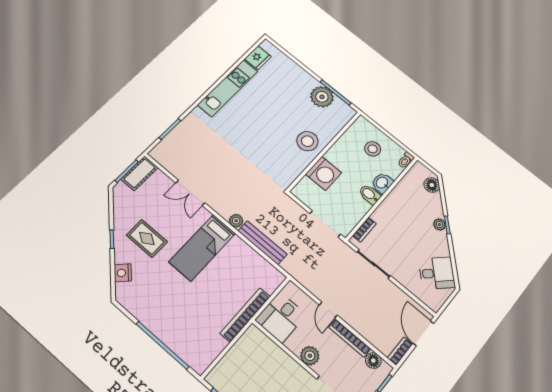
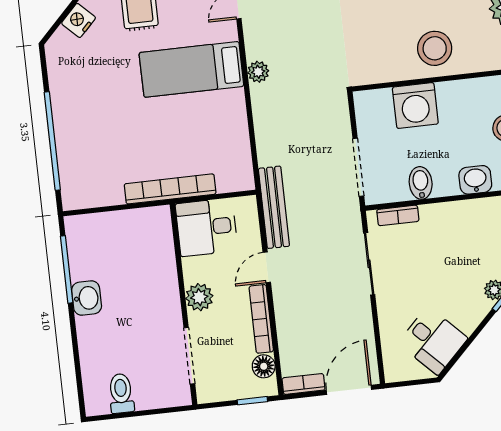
bidet: (370, 194) -> (421, 183), moved
bench: (262, 243) -> (274, 207), moved

